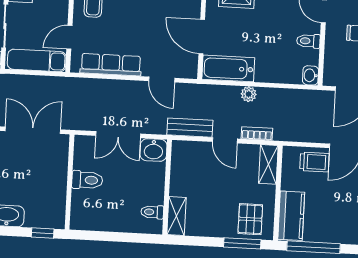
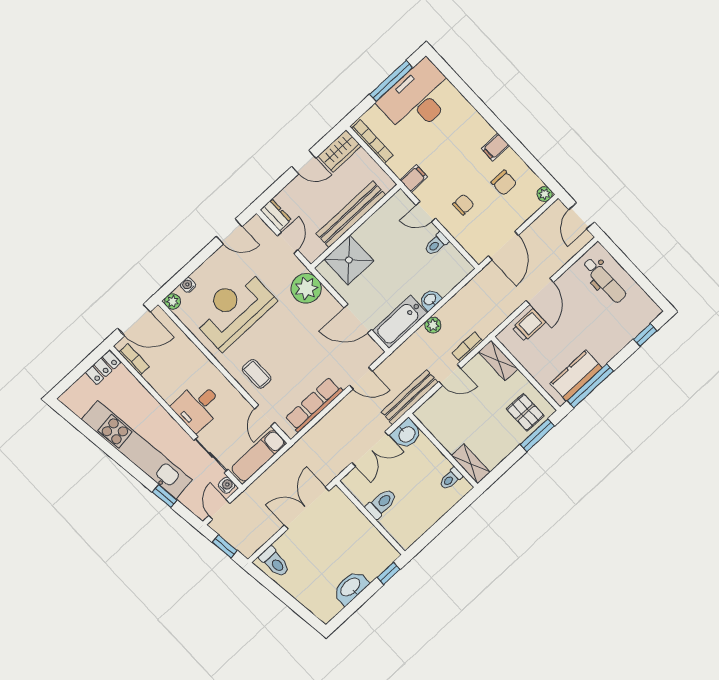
washbasin: (310, 75) -> (430, 300), moved, turned 90
bench: (190, 128) -> (410, 397), width x1.36
kitchen counter: (291, 216) -> (576, 376), moved, turned -90

